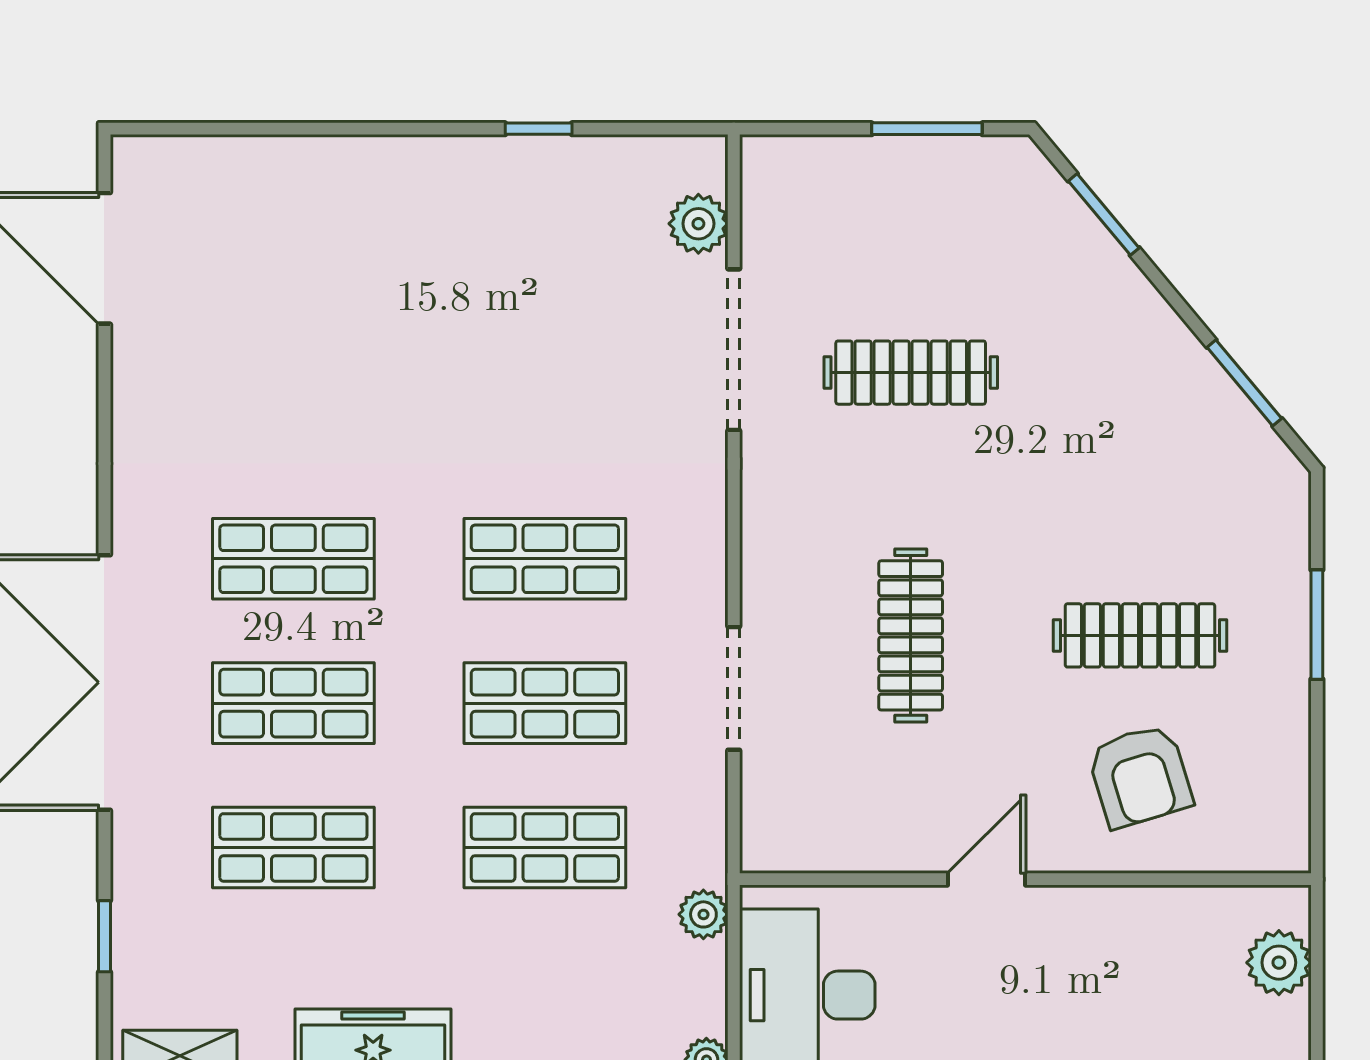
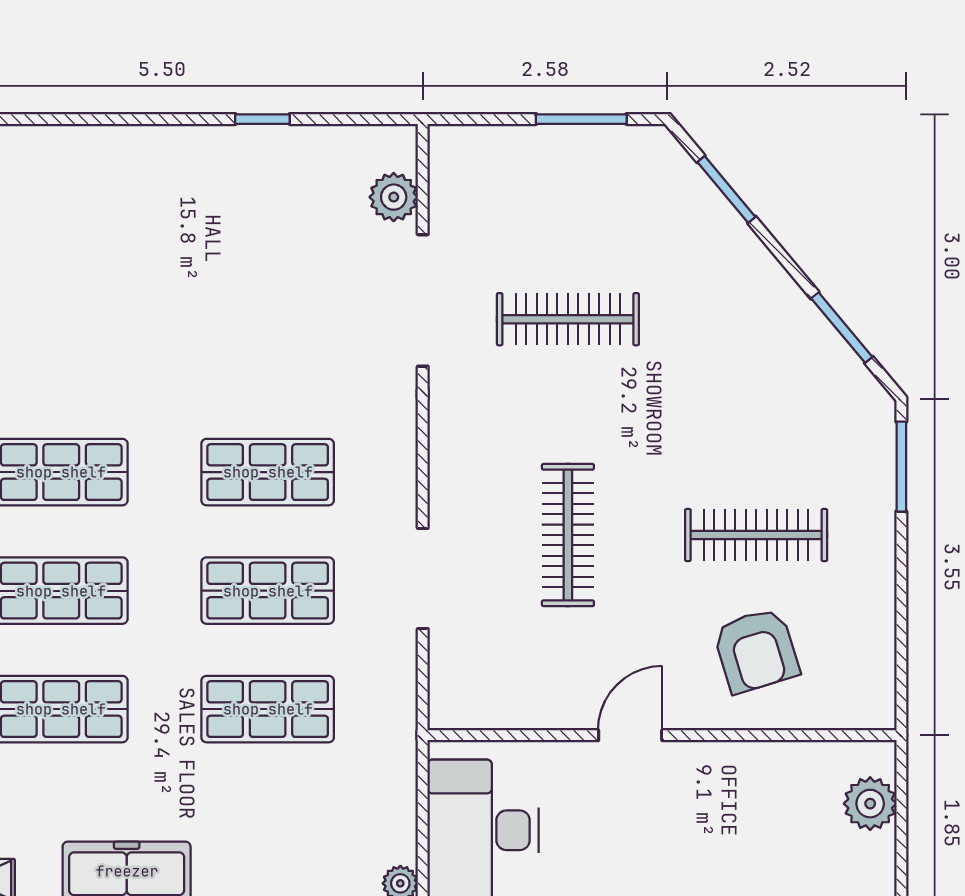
window: (1317, 625) -> (901, 467), moved
plant: (703, 914) -> (398, 764), removed

